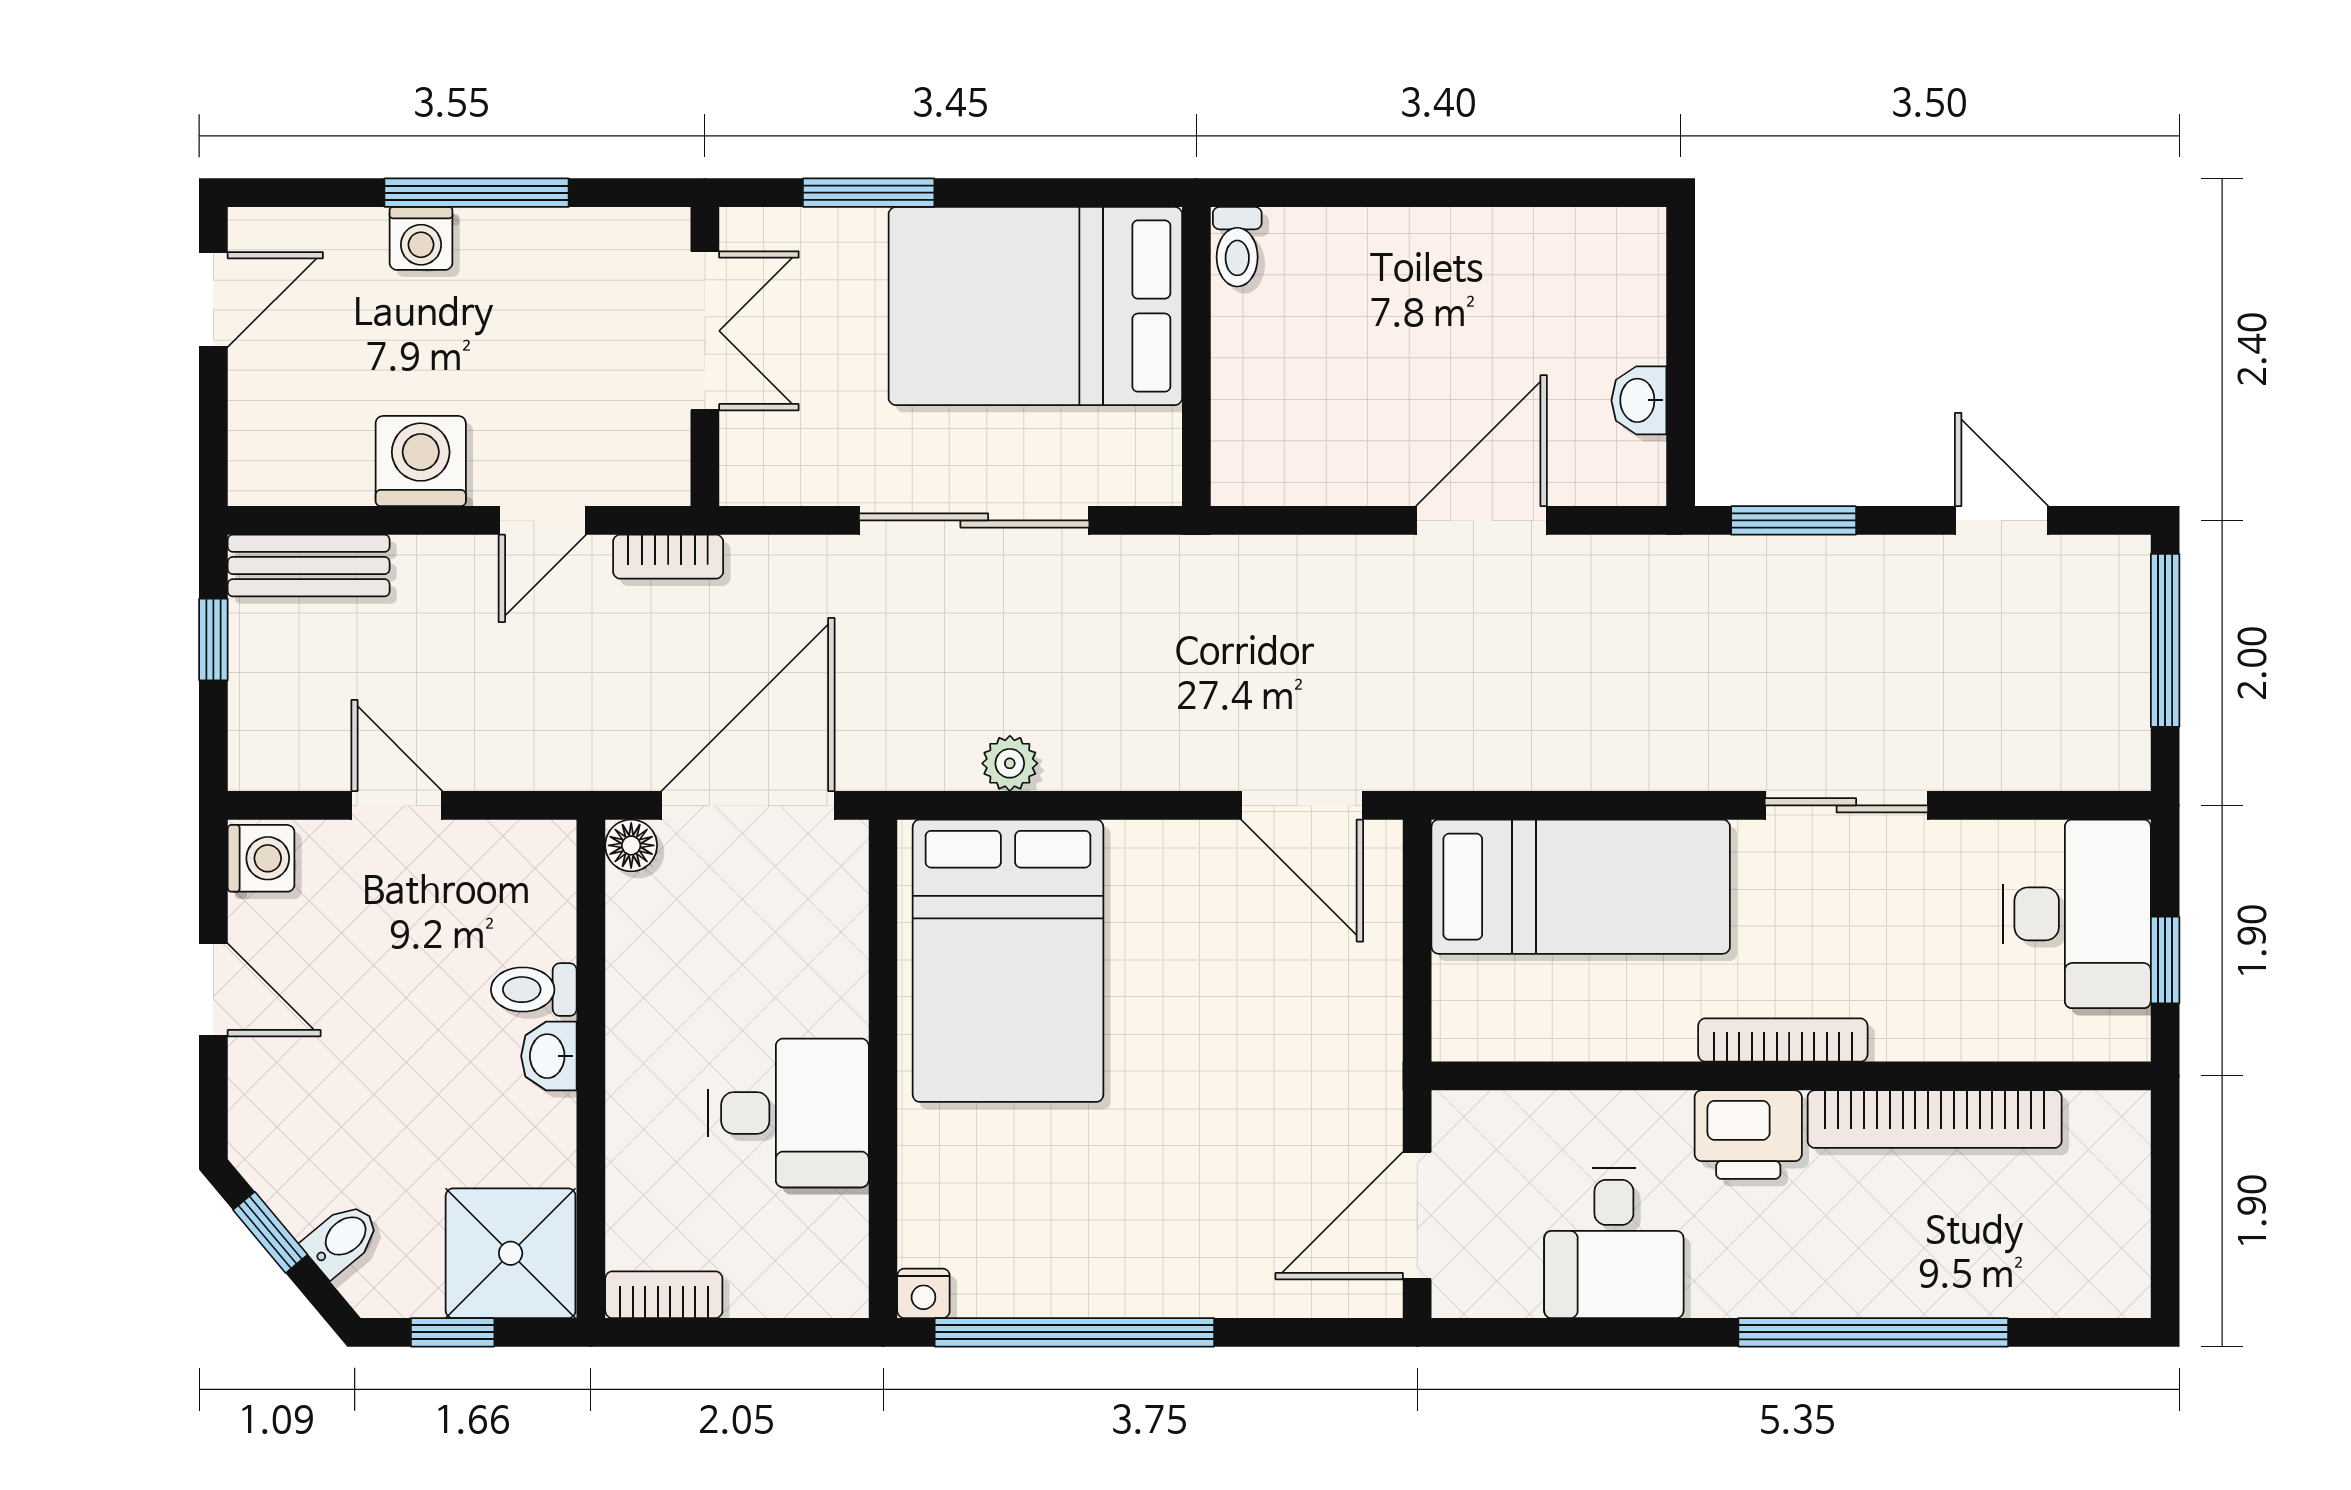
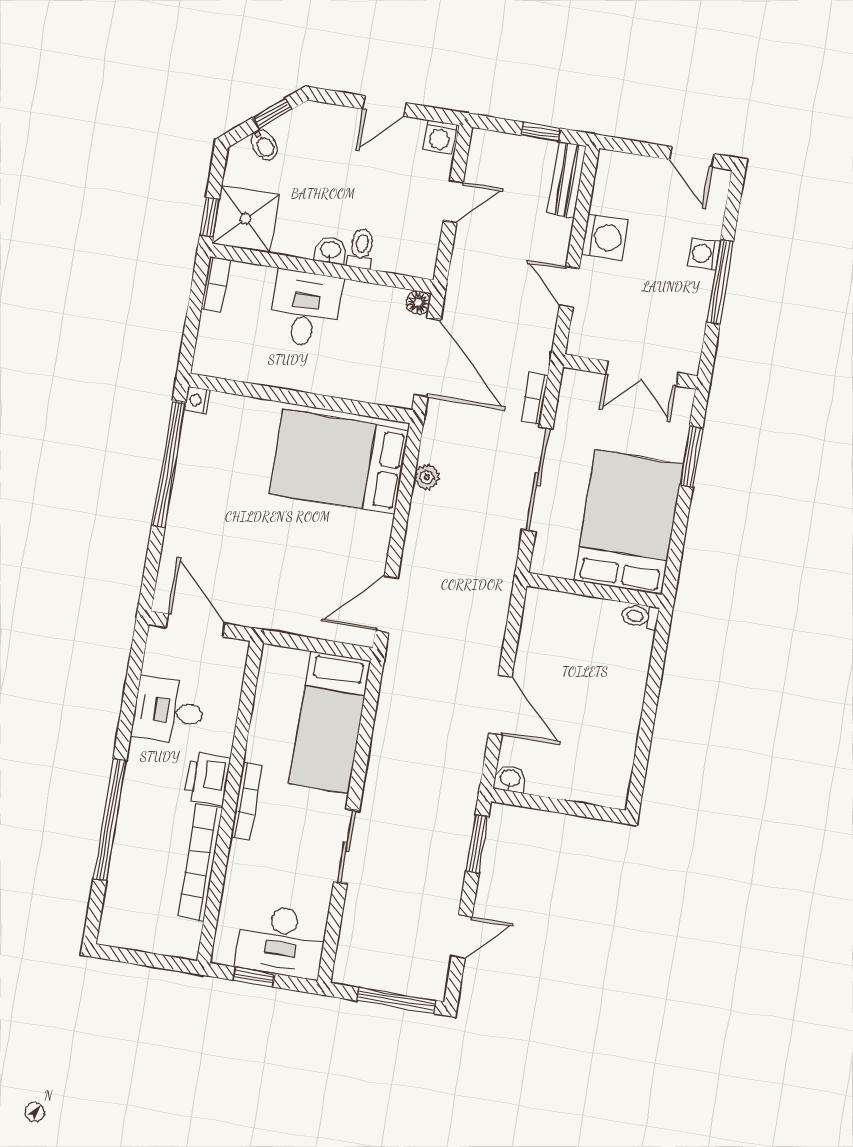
washbasin: (1639, 400) -> (510, 779), moved
bookcase: (668, 557) -> (534, 398), moved
desk: (789, 1113) -> (305, 309), moved, turned 180
window: (453, 1332) -> (210, 217), moved

